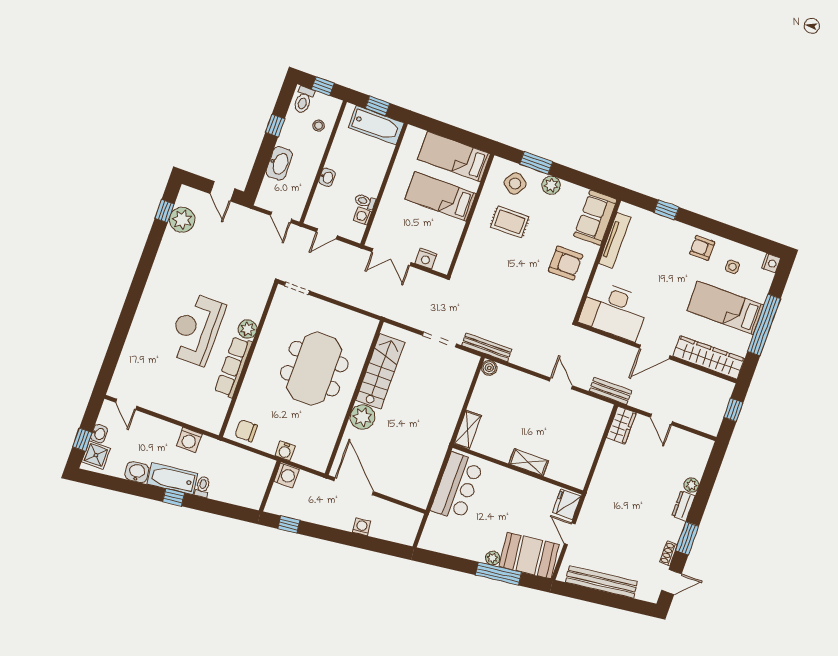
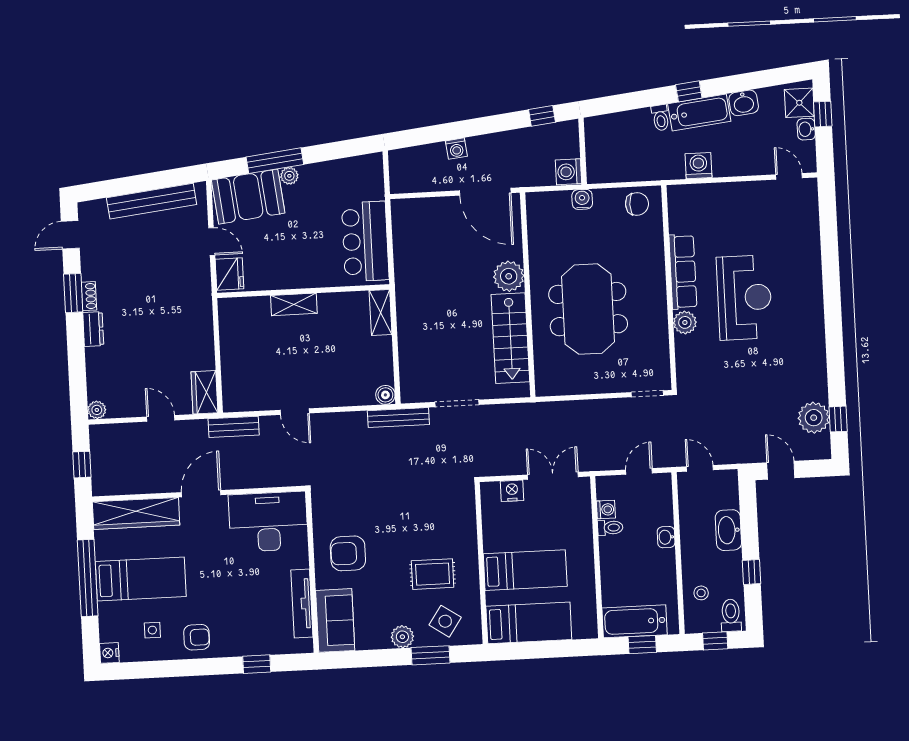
plant: (691, 485) -> (97, 410), moved
shoe rack: (669, 553) -> (89, 296), moved

